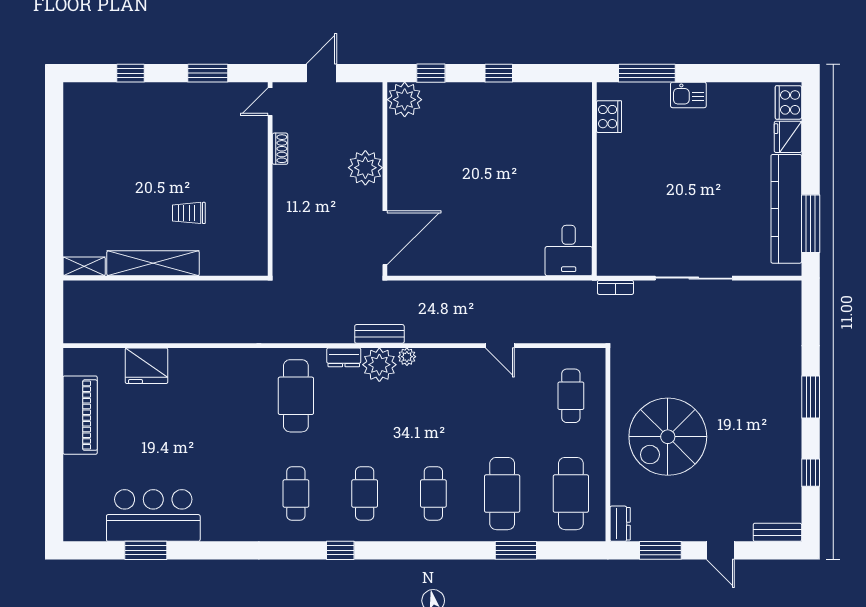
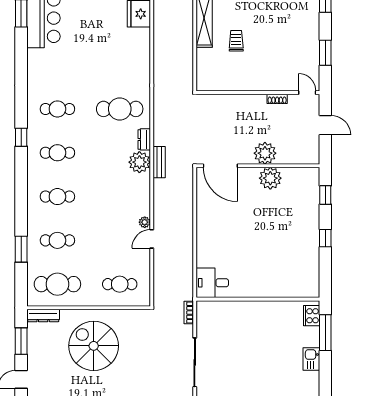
plant: (405, 100) -> (270, 178), moved
cooker: (609, 117) -> (312, 316), moved, turned 90
plant: (407, 357) -> (145, 222), moved
cafe table: (502, 494) -> (57, 240), width x0.73, depth x0.74
dresser: (620, 524) -> (43, 316), width x1.44

